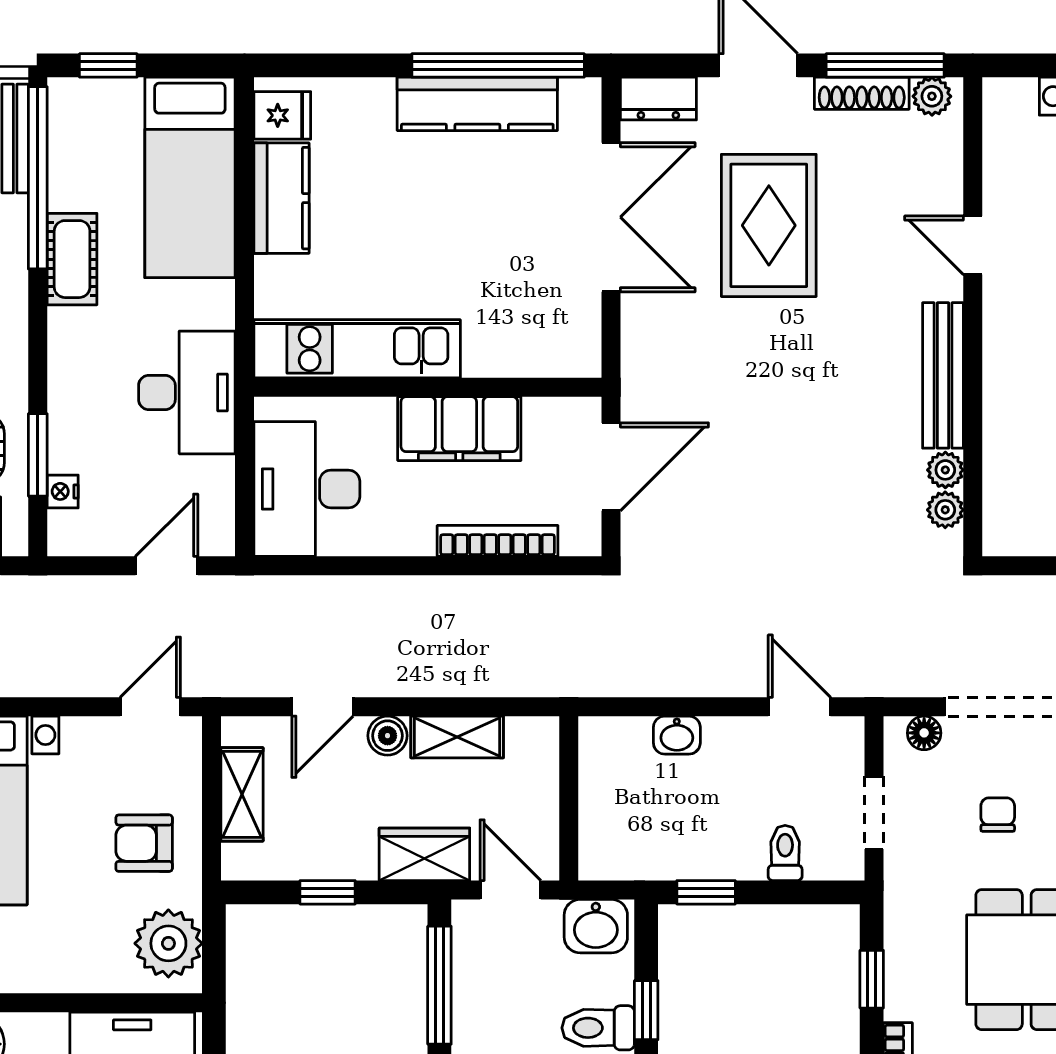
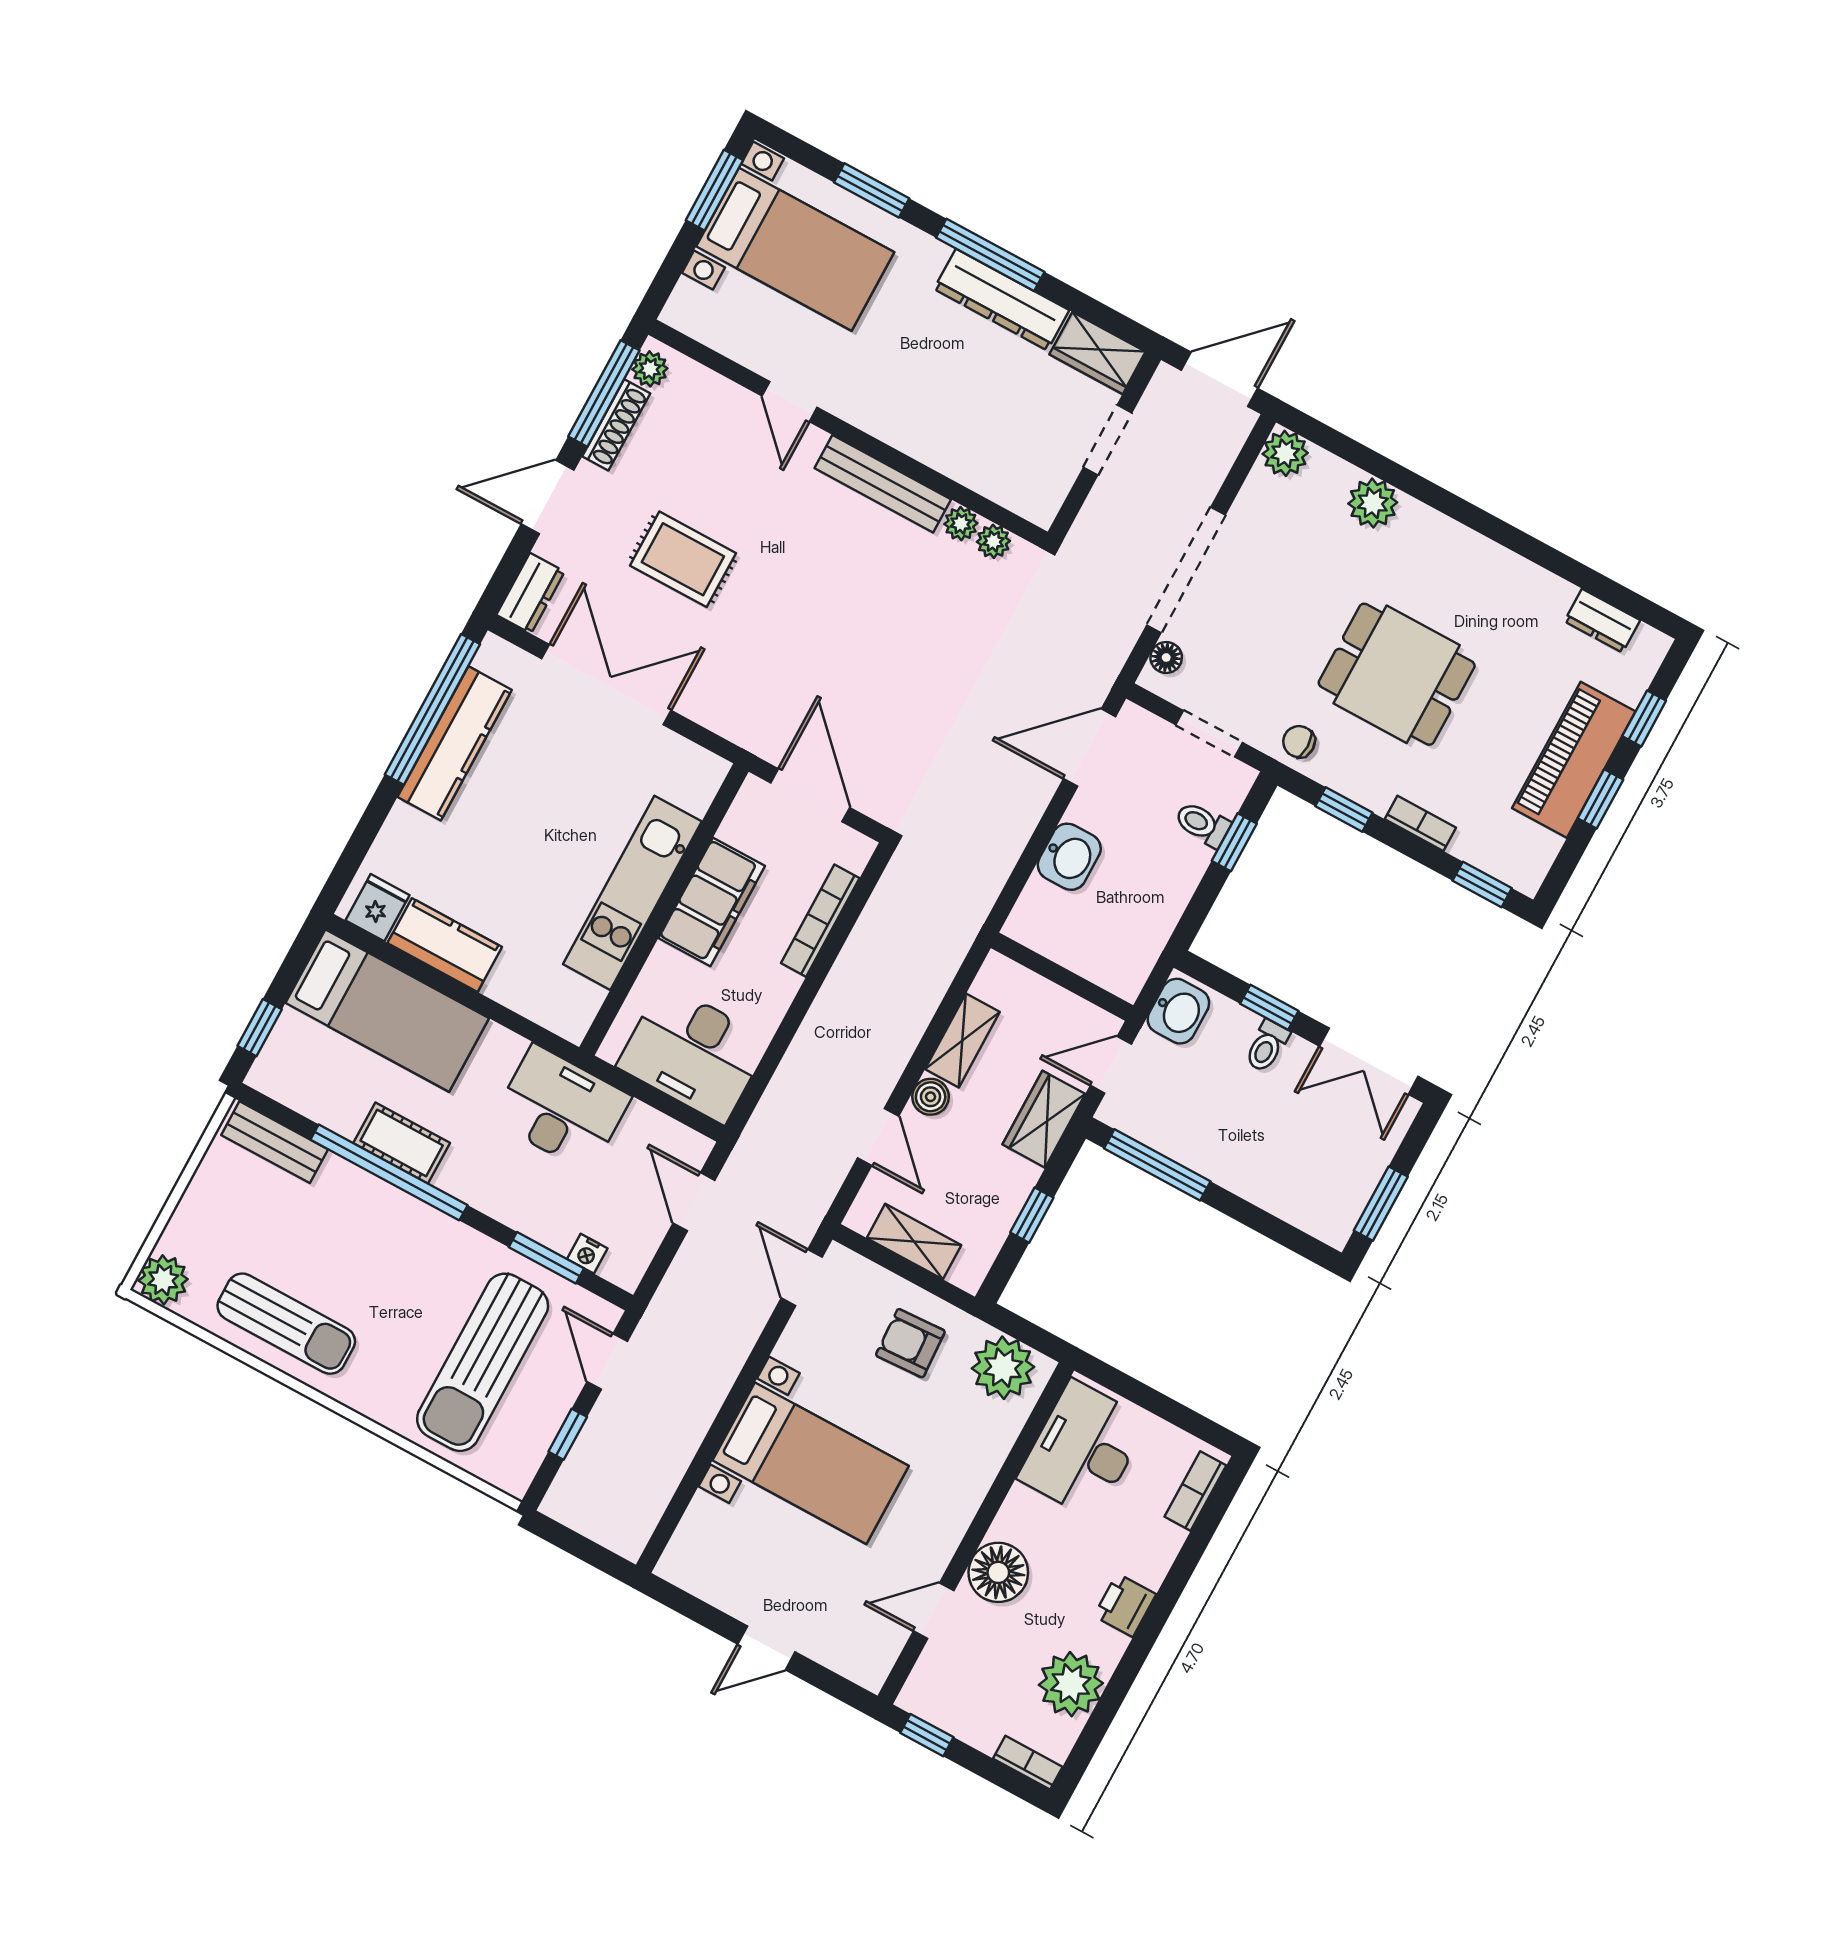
window: (38, 178) -> (389, 1172), moved
rug: (769, 225) -> (683, 559), width x0.73, depth x0.70
door: (973, 245) -> (790, 402), hinge flipped
kitchen unit: (357, 349) -> (632, 893), moved
door: (799, 707) -> (1090, 748), width x1.38
washbasin: (677, 735) -> (1069, 857), width x1.38, depth x1.45
chair: (998, 815) -> (1299, 742), moved
armchair: (144, 843) -> (910, 1343), turned 87
window: (706, 892) -> (1234, 842), moved
toilet: (598, 1028) -> (1267, 1046), width x0.73, depth x0.72

